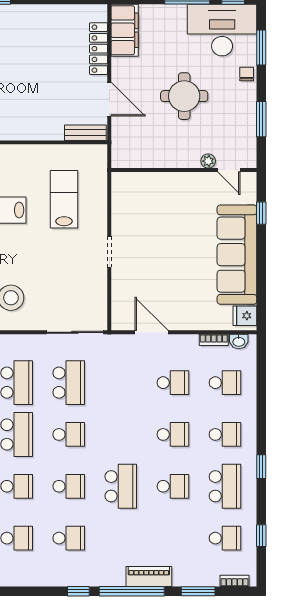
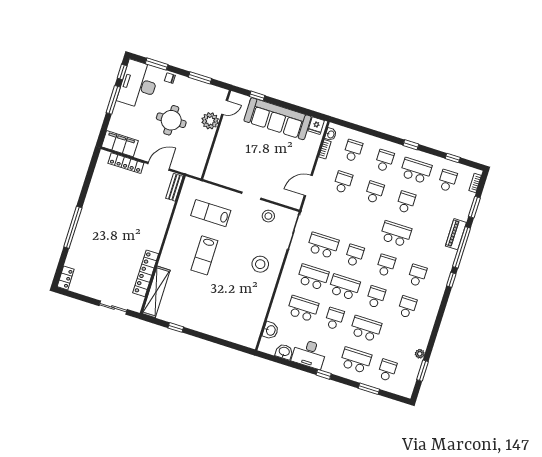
plant: (208, 161) -> (210, 121), width x1.88, depth x1.88
stool: (87, 287) -> (268, 216), added

